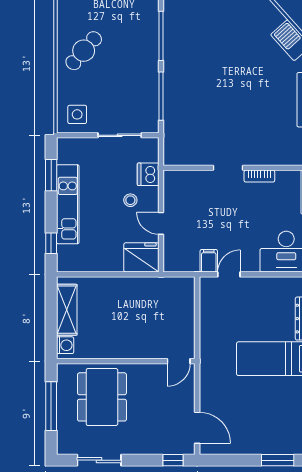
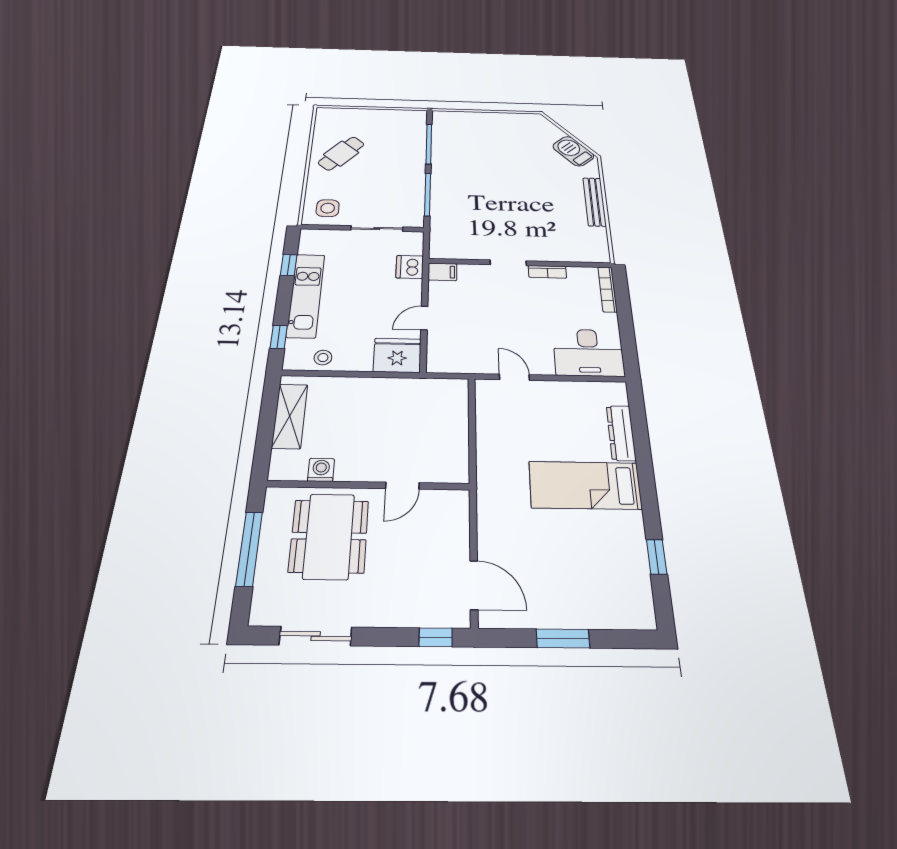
window: (51, 175) -> (289, 265), width x0.67
stool: (130, 200) -> (323, 358), moved
door: (161, 223) -> (424, 318), hinge flipped
filing cabinet: (209, 261) -> (442, 272), moved, turned 90
door: (229, 274) -> (514, 377), hinge flipped
washing machine: (65, 345) -> (321, 470), moved, turned -90
door: (179, 361) -> (402, 486), moved
window: (278, 460) -> (563, 639), moved

